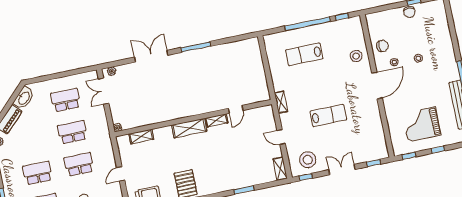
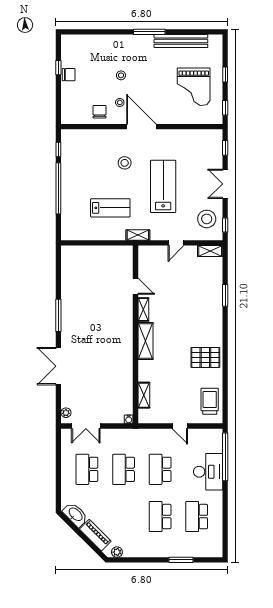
lab bench: (304, 54) -> (110, 208), moved, turned -90
stool: (356, 56) -> (125, 163), moved
lab bench: (328, 115) -> (163, 186), width x1.36, depth x1.39

